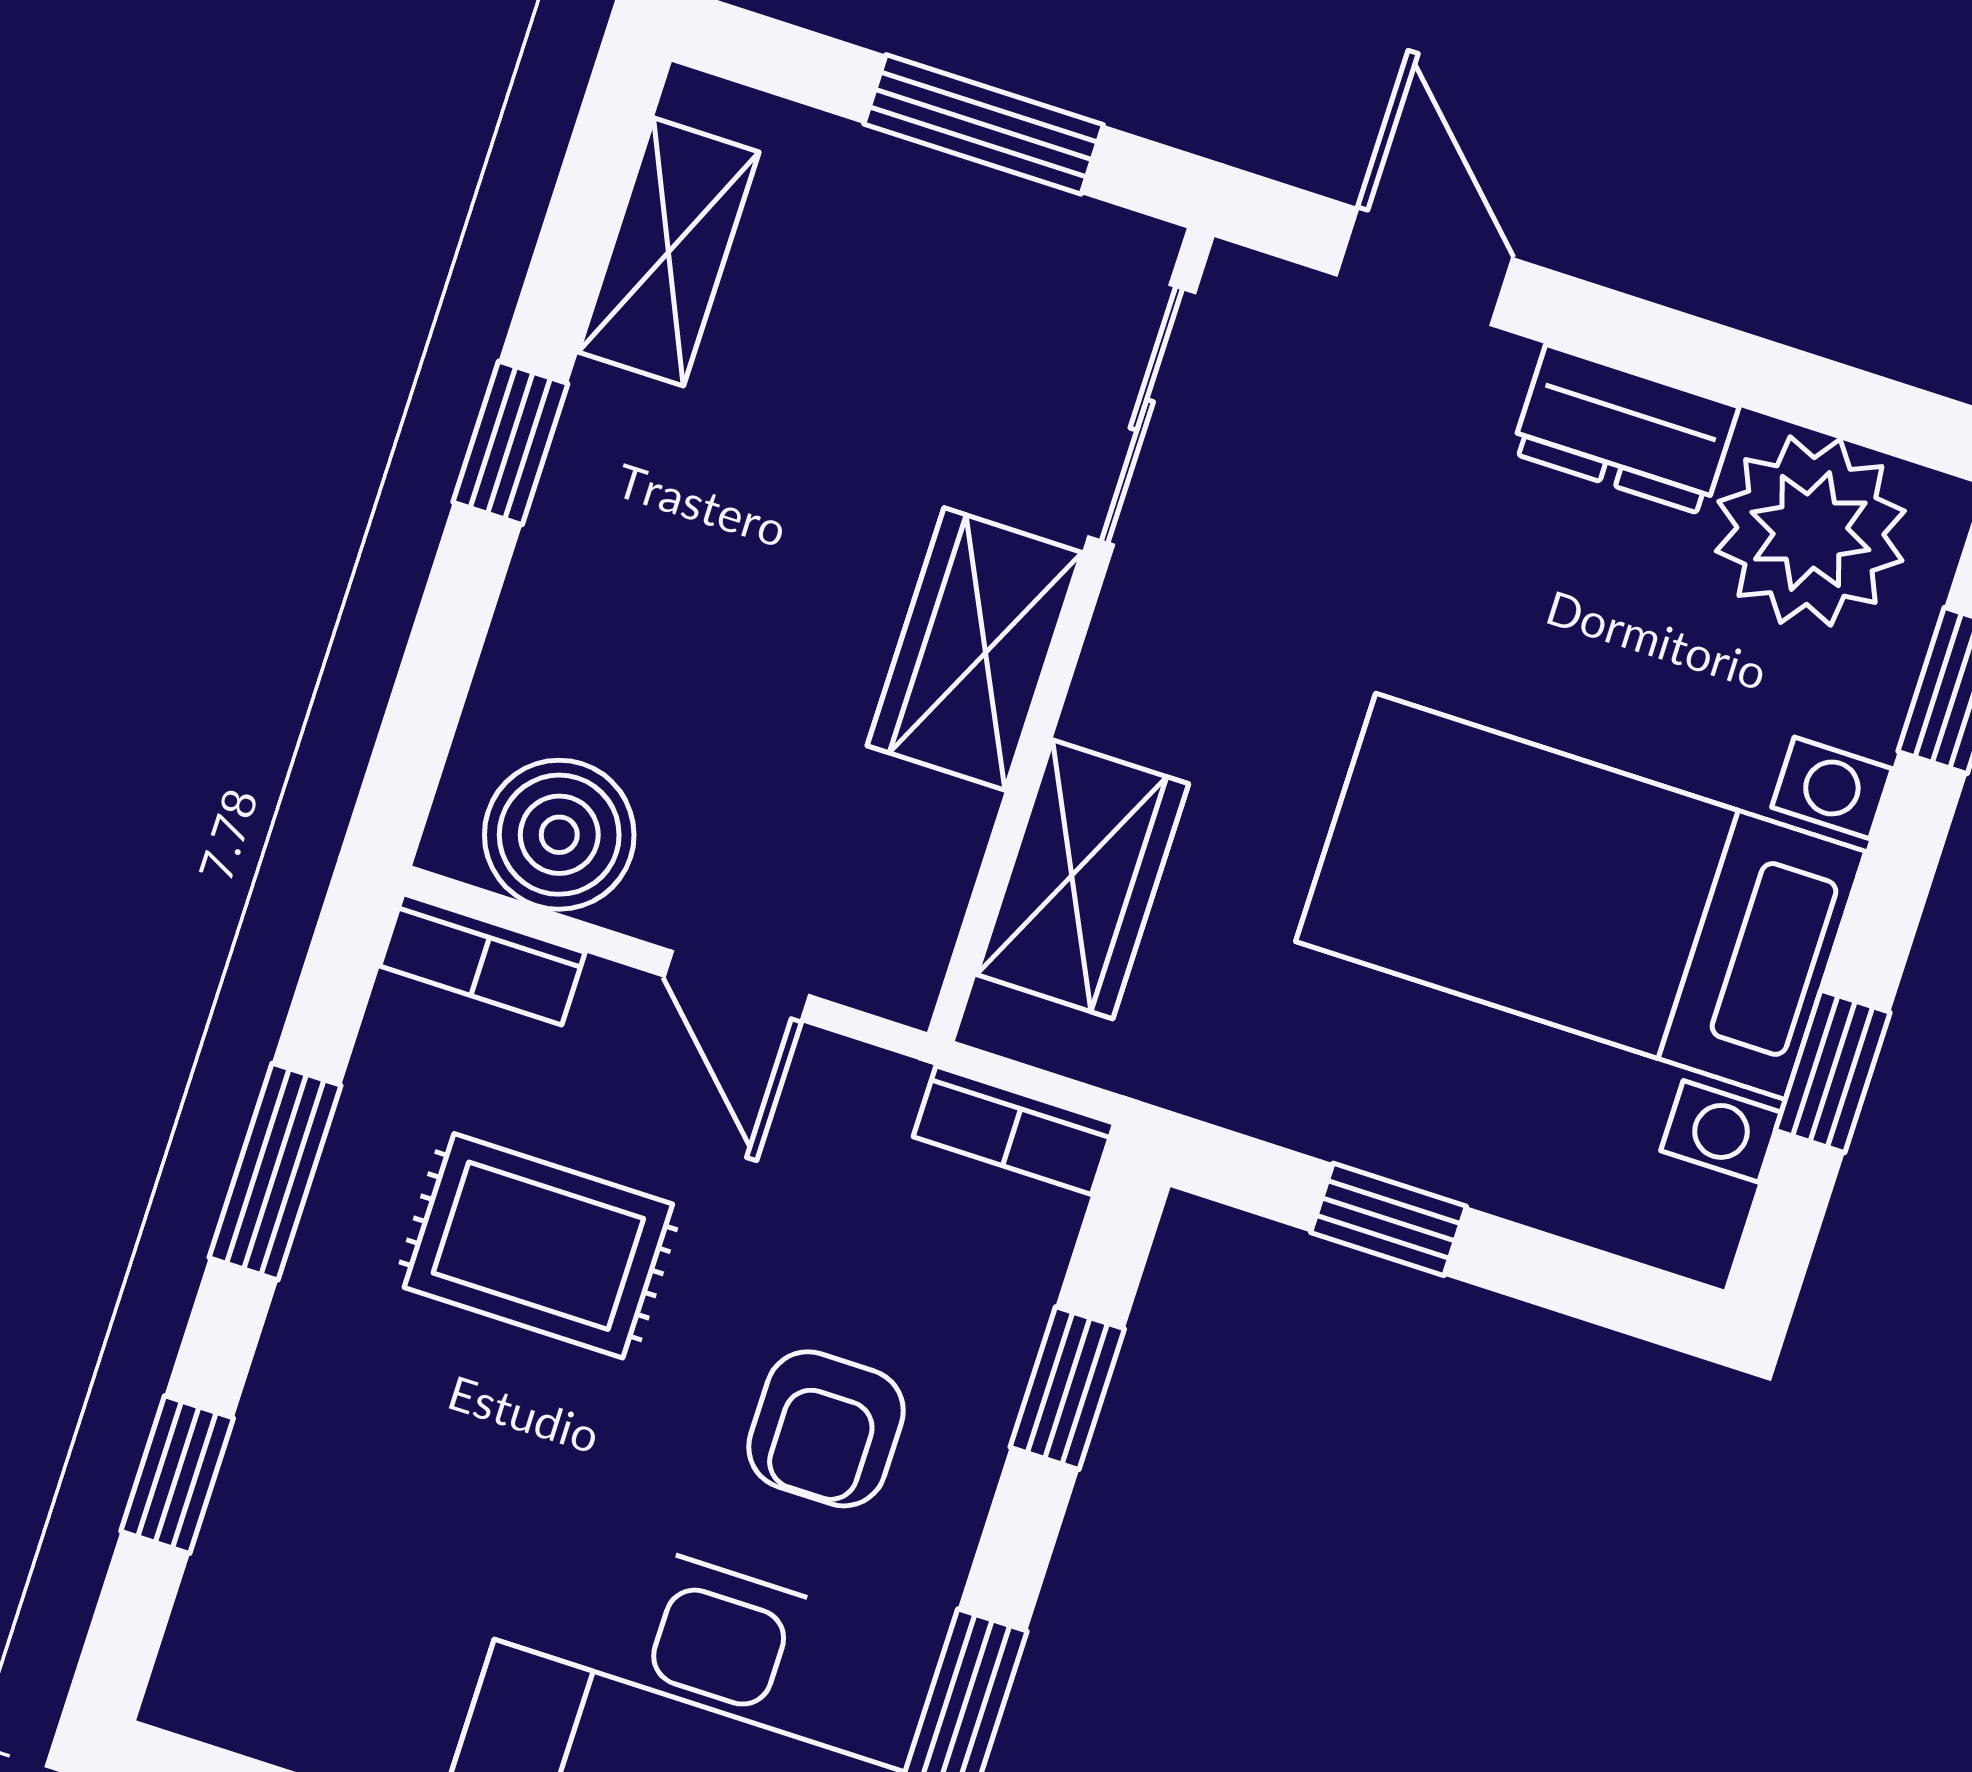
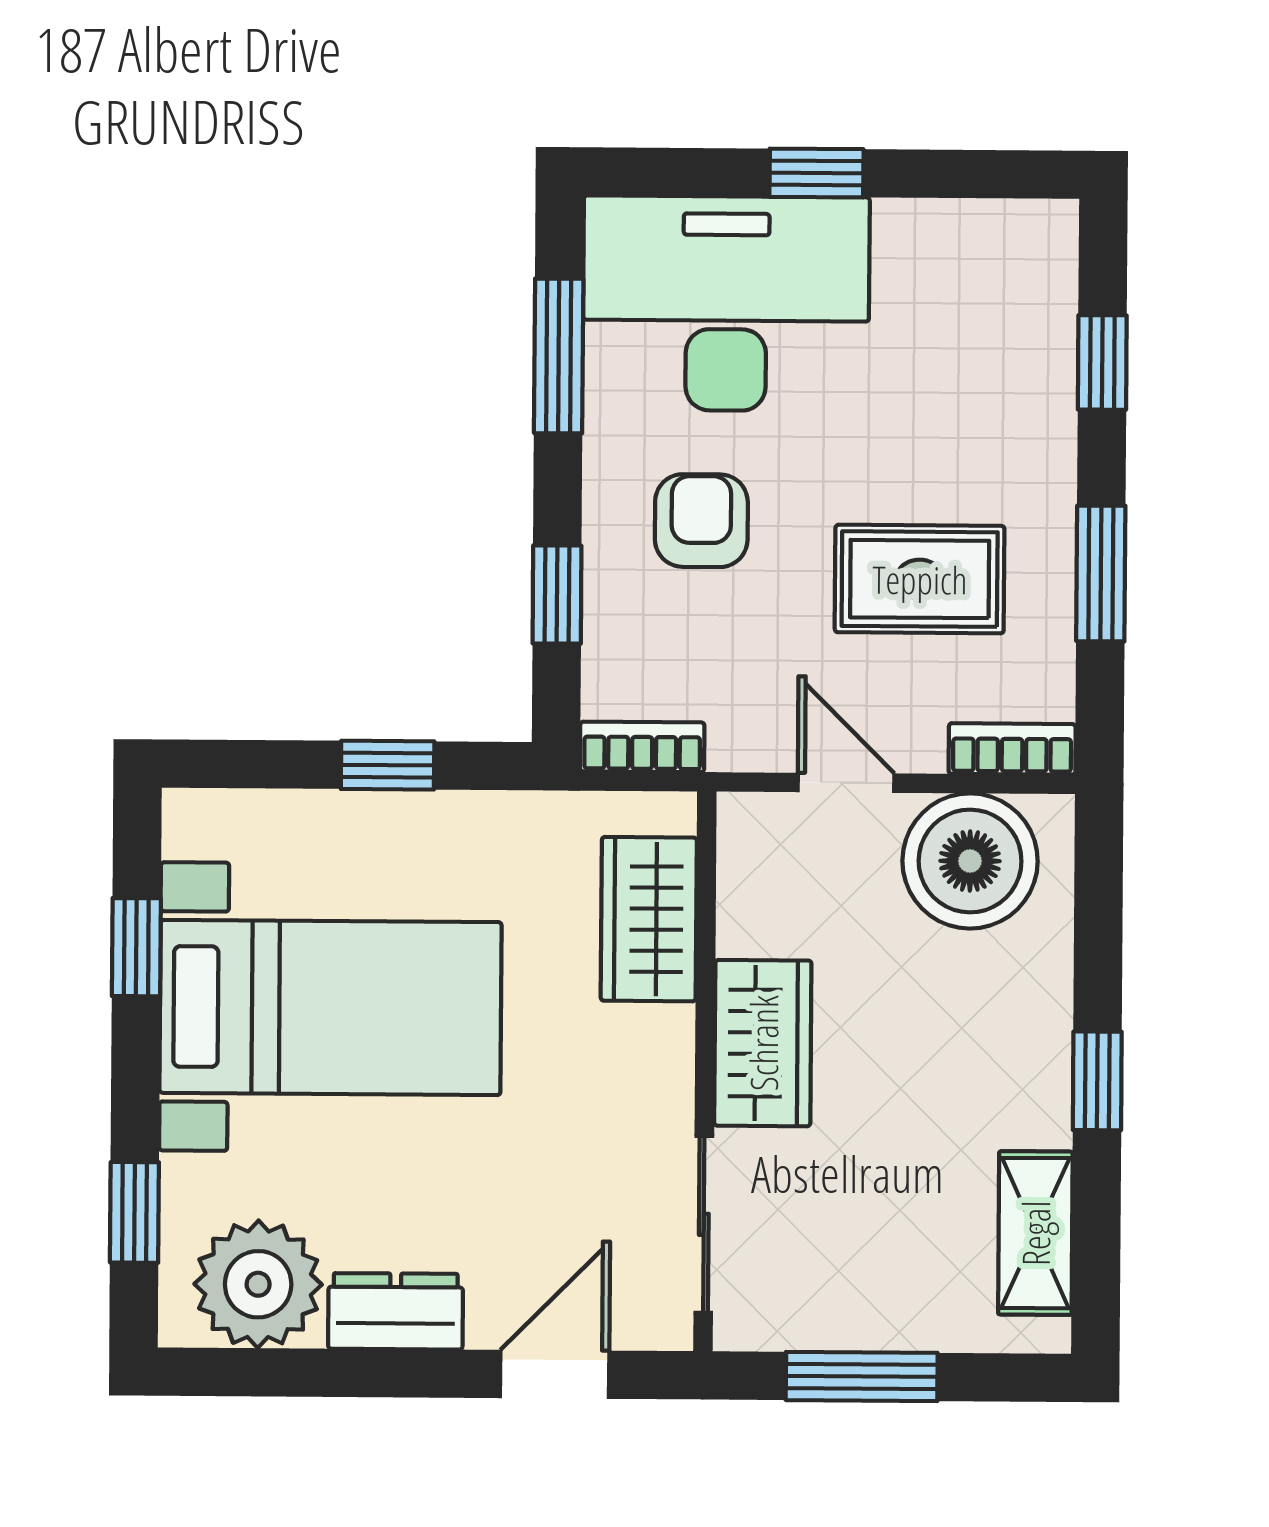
door: (1424, 267) -> (555, 1374), swing flipped
boiler: (559, 835) -> (970, 861), width x1.37, depth x1.37

